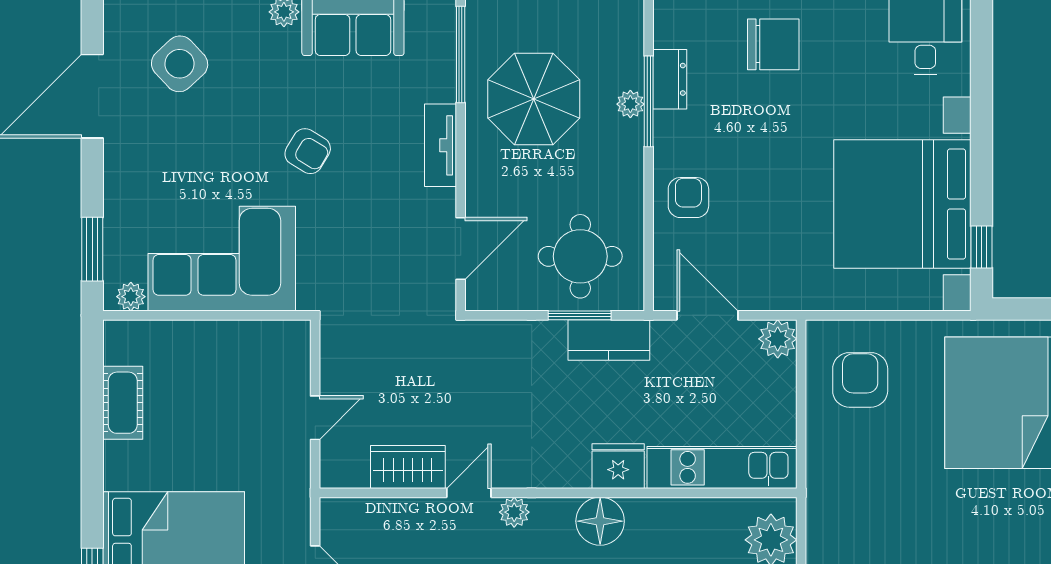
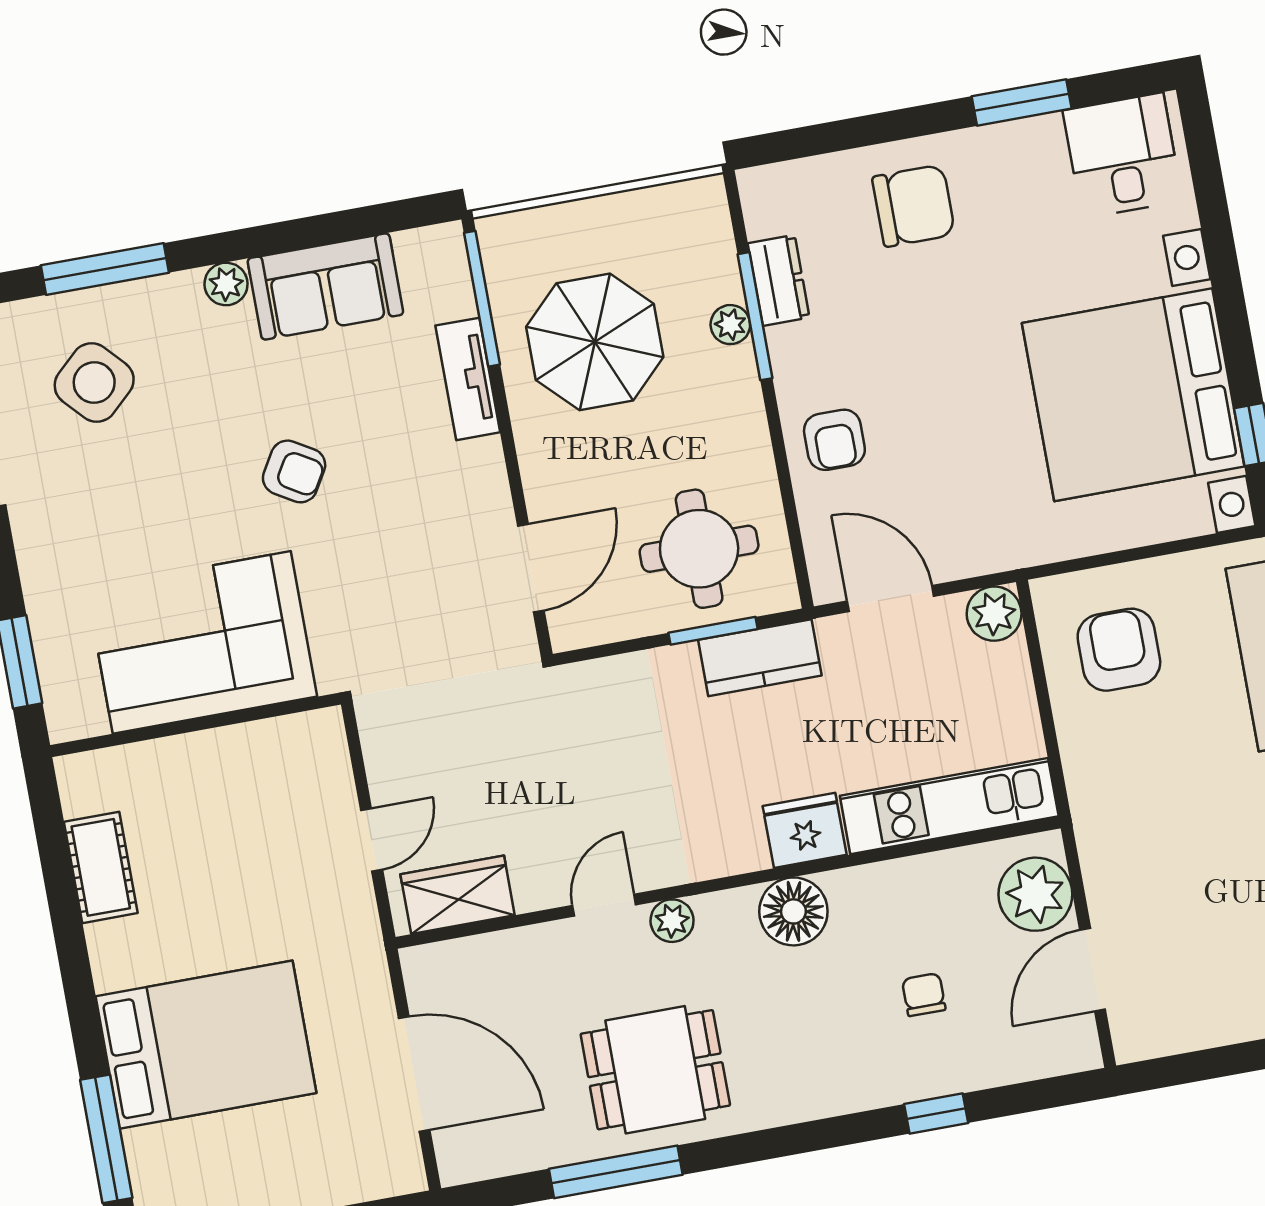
tv unit: (440, 145) -> (468, 379), moved
armchair: (688, 198) -> (834, 440), turned 180
plant: (131, 297) -> (85, 718), removed
wardrobe: (408, 467) -> (458, 895), moved

